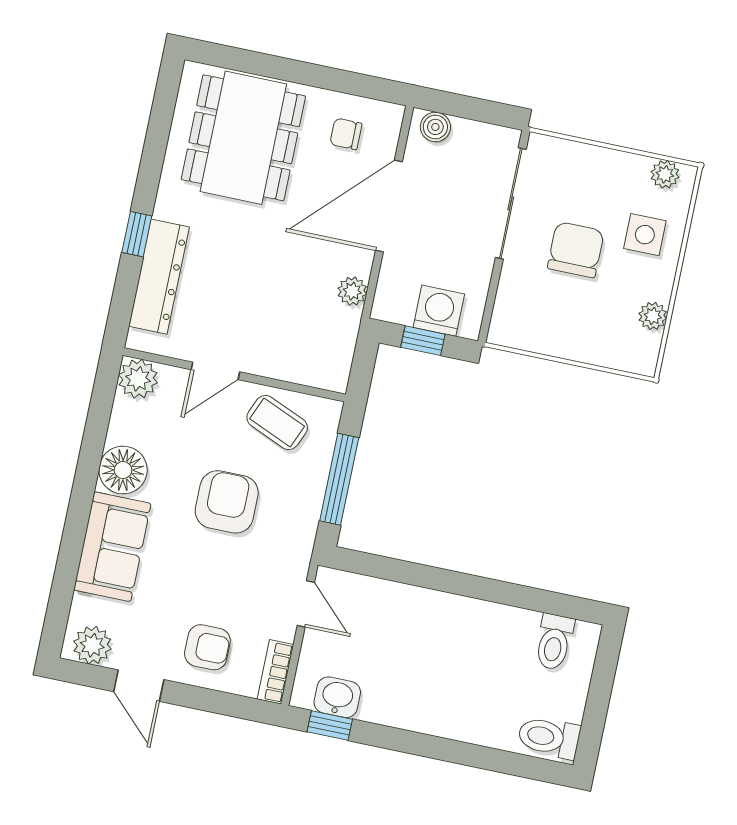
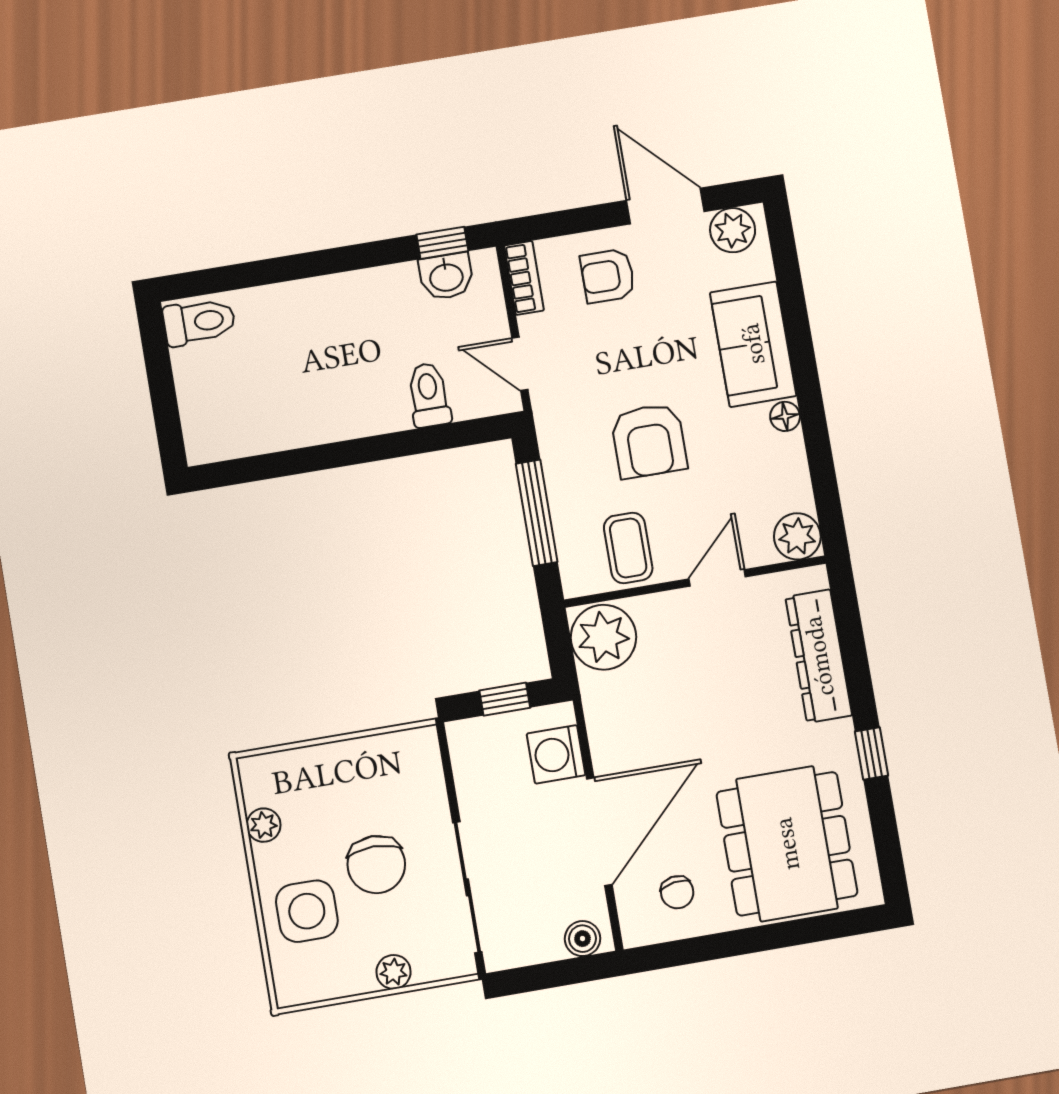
chair: (346, 134) -> (677, 892), turned 81
plant: (665, 174) -> (394, 972), moved
window: (137, 234) -> (871, 753), moved
side table: (645, 235) -> (307, 911), width x1.37, depth x1.37
plant: (352, 291) -> (604, 637), moved, width x1.88, depth x1.88
washing machine: (439, 311) -> (556, 754), moved, turned 90
coffee table: (277, 423) -> (628, 548), turned 67
floor lamp: (123, 470) -> (785, 416), width x0.53, depth x0.53
toilet: (554, 642) -> (429, 395), moved
door: (139, 686) -> (665, 206), width x1.38

